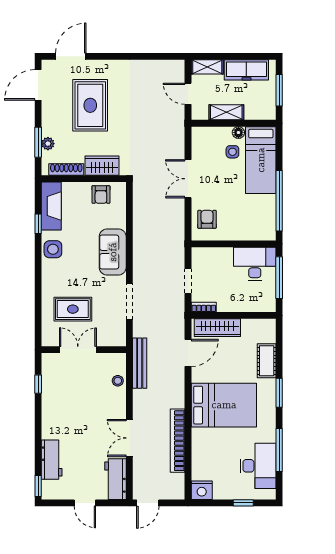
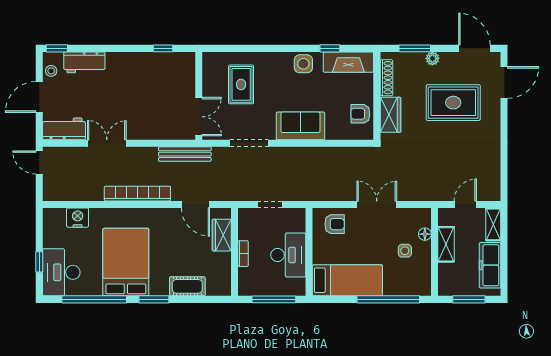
door: (71, 56) -> (504, 82), hinge flipped
floor lamp: (238, 133) -> (425, 234), moved
plant: (48, 144) -> (432, 58), moved
bed: (261, 160) -> (347, 280), moved, turned 180
window: (279, 201) -> (388, 299), moved
desk: (255, 264) -> (288, 255), moved
bookcase: (204, 307) -> (243, 254), moved
wardrobe: (217, 328) -> (222, 235), width x0.67
double door: (78, 350) -> (199, 117), moved
stool: (118, 381) -> (51, 71), moved
bed: (224, 405) -> (126, 262), moved, turned 180
bookcase: (178, 441) -> (137, 194), moved
window: (279, 450) -> (94, 299), width x1.46
desk: (258, 466) -> (61, 272), moved, turned 90
nightstand: (202, 490) -> (78, 218), moved, turned 90
door: (85, 503) -> (39, 97), width x1.38

